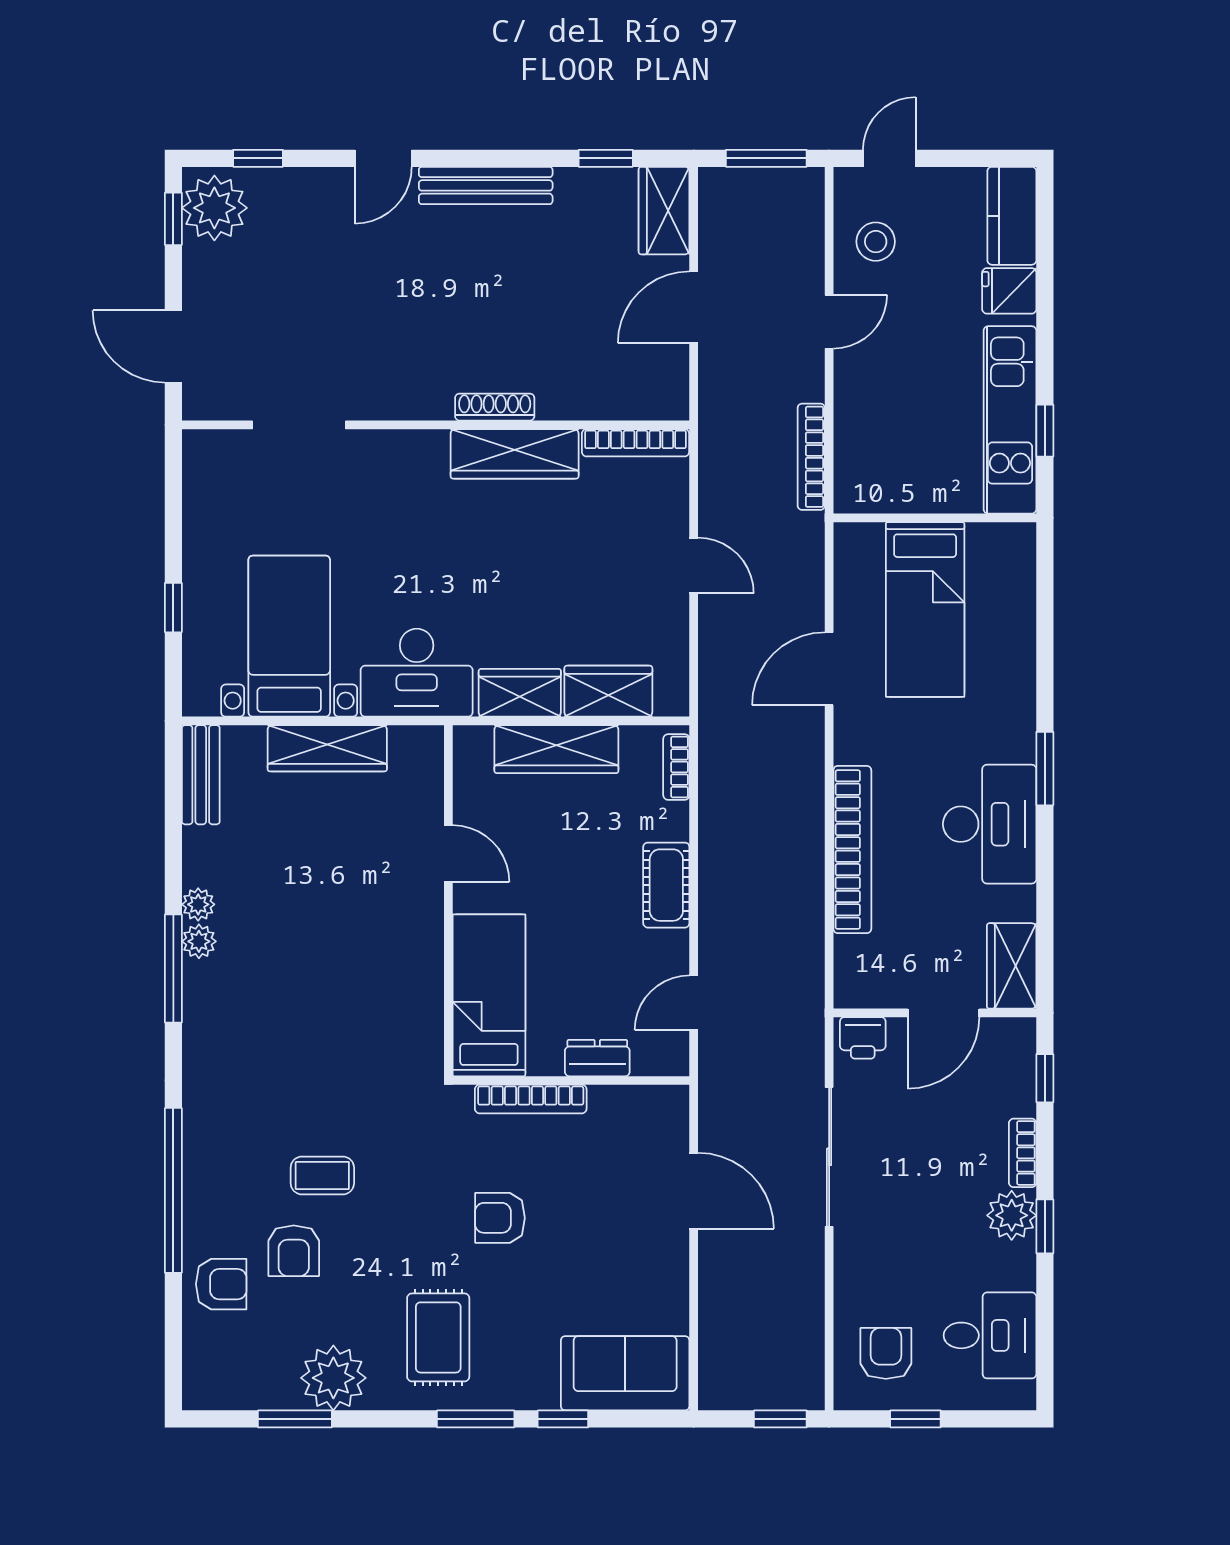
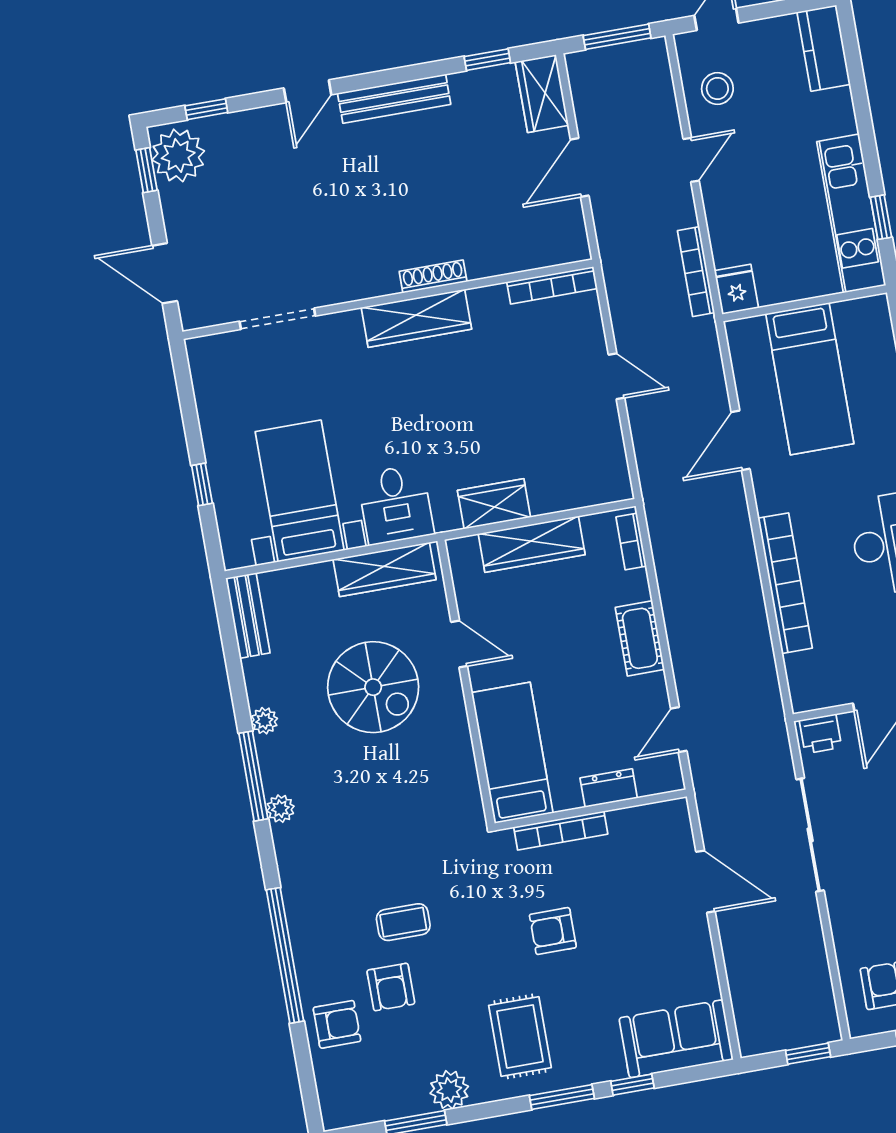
fridge: (1009, 291) -> (736, 289), moved, turned 90
wardrobe: (515, 454) -> (416, 318), moved
desk: (417, 673) -> (396, 504), width x0.73
wardrobe: (608, 691) -> (565, 490), removed
wardrobe: (327, 748) -> (384, 569), moved
spiral stairs: (336, 887) -> (373, 687), added
plant: (199, 941) -> (280, 809), moved
plant: (333, 1378) -> (449, 1090), width x0.73, depth x0.73

